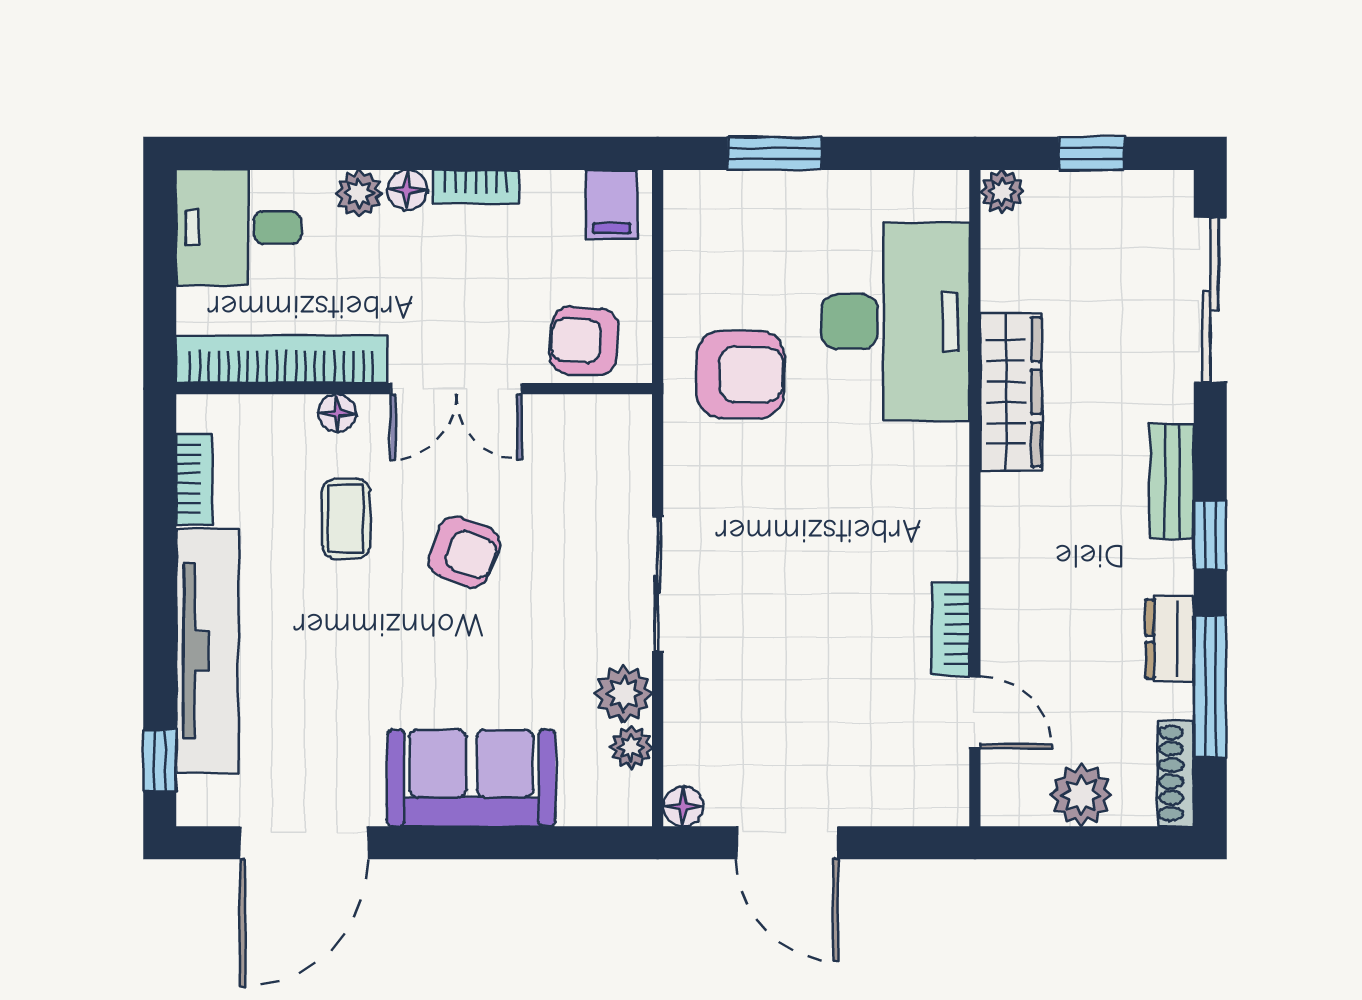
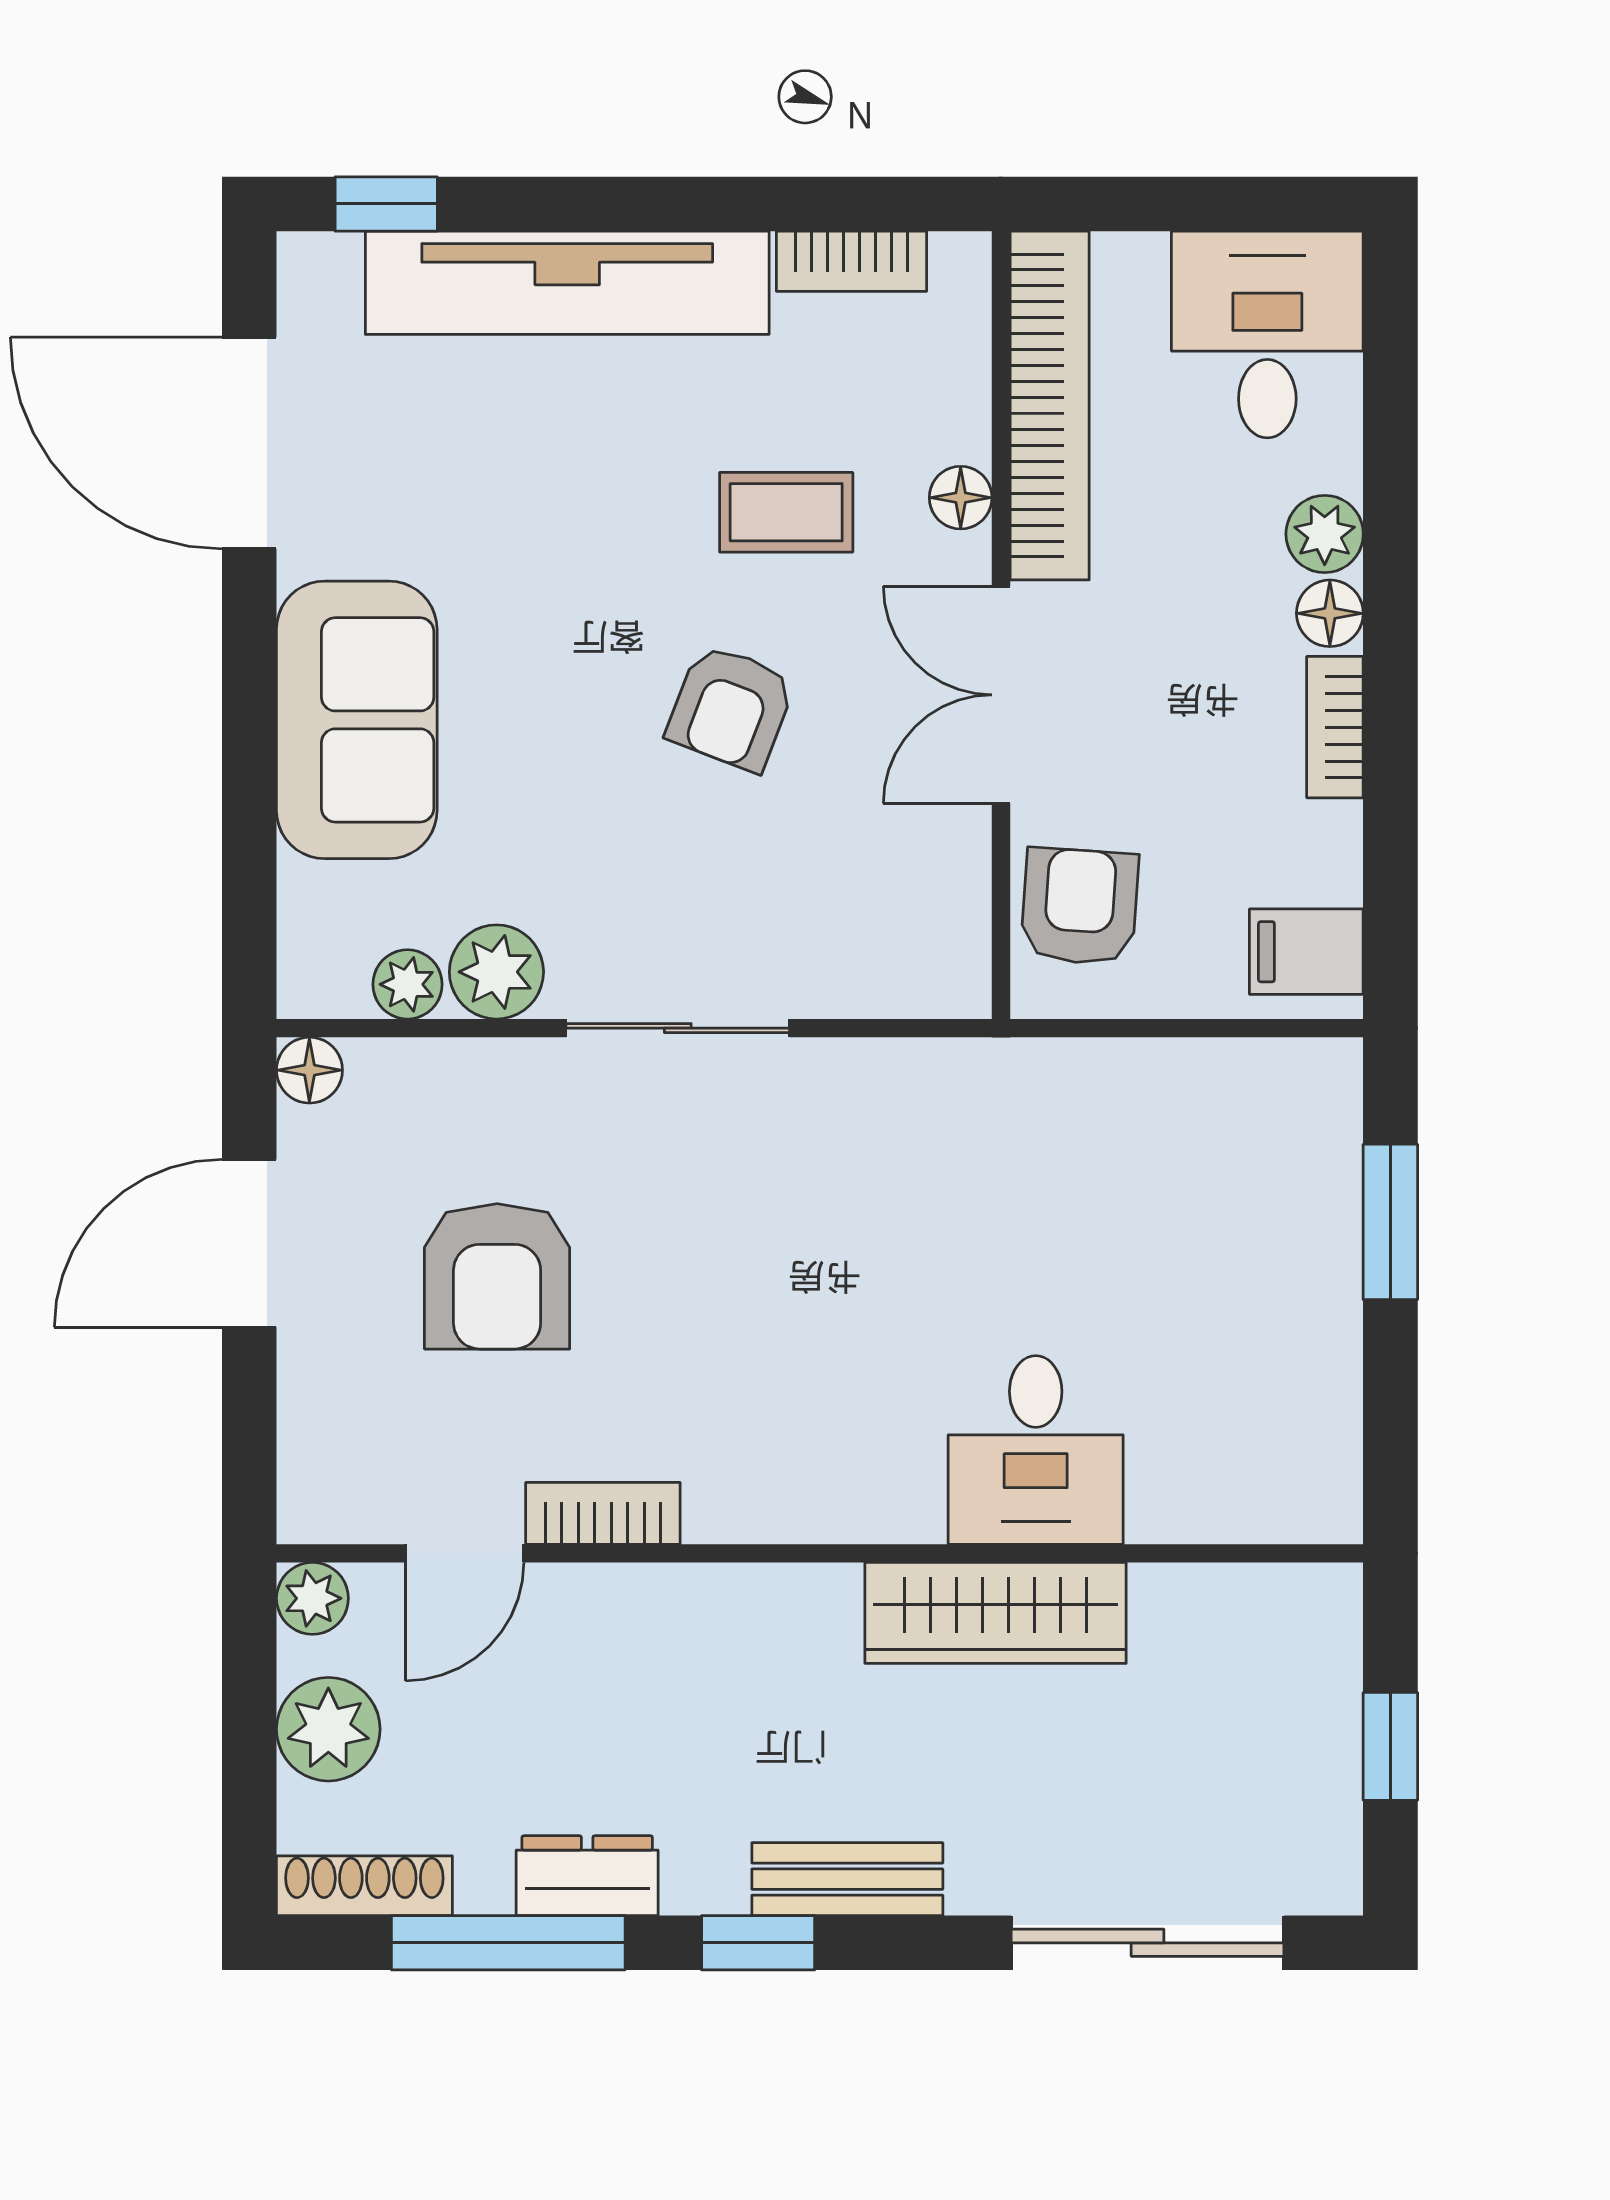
plant: (1002, 192) -> (312, 1598), moved
desk: (895, 322) -> (1036, 1450), width x0.53, depth x0.77
armchair: (740, 374) -> (497, 1276), moved

